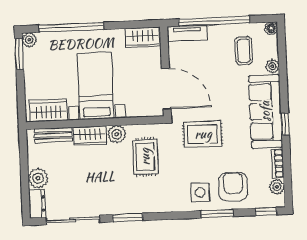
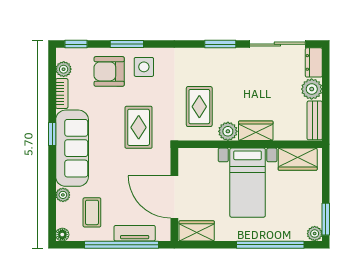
tv unit: (187, 33) -> (135, 233), moved
door: (166, 89) -> (174, 197), moved
rug: (203, 134) -> (139, 127), turned 90
bench: (53, 135) -> (315, 120), moved, turned 90
armchair: (233, 187) -> (109, 71), turned 90

